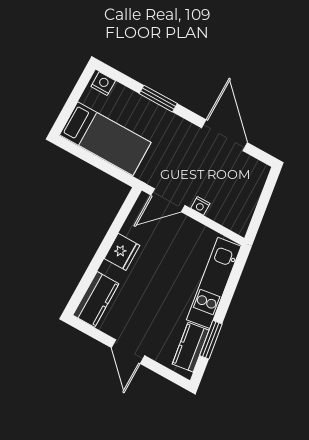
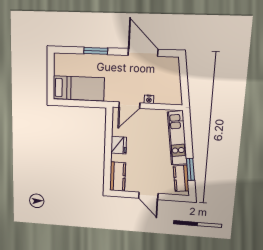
nightstand: (103, 84) -> (62, 58), removed

